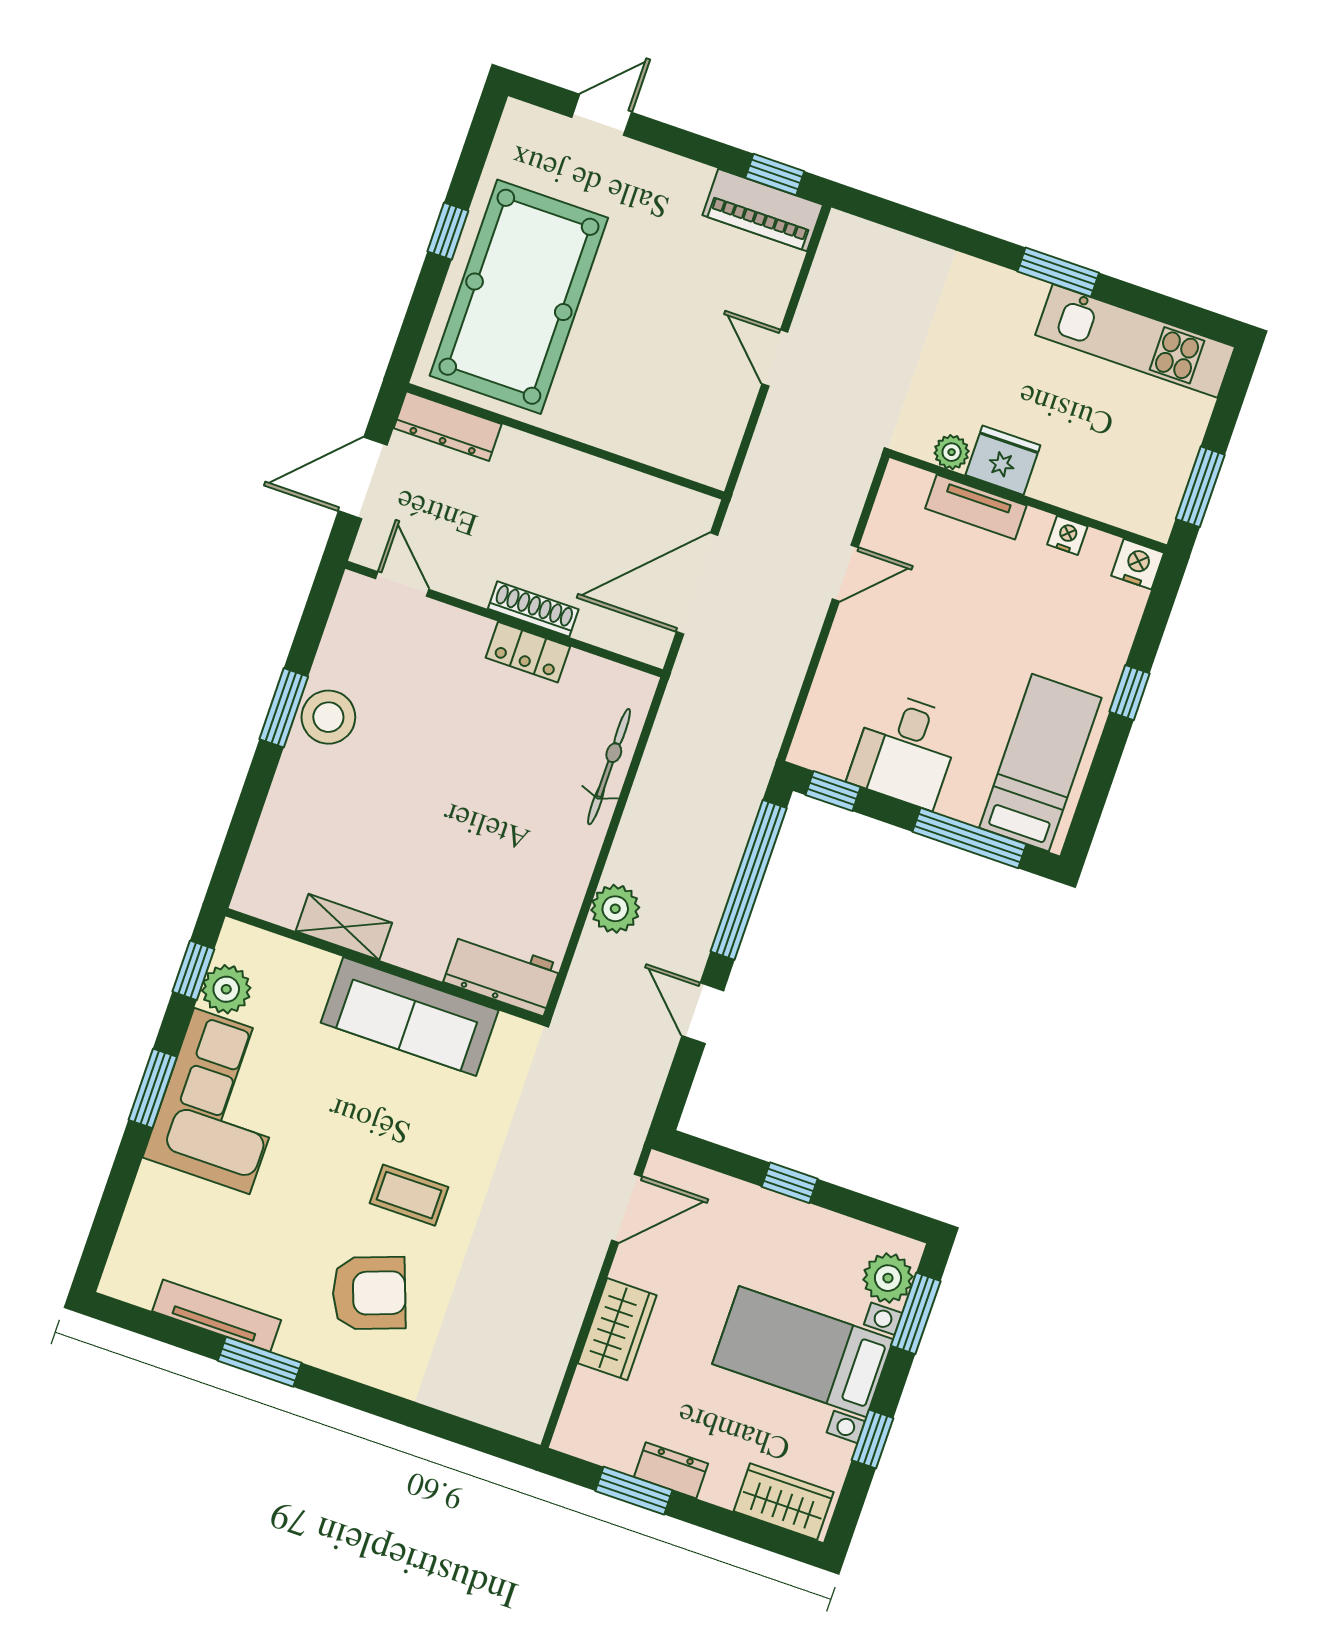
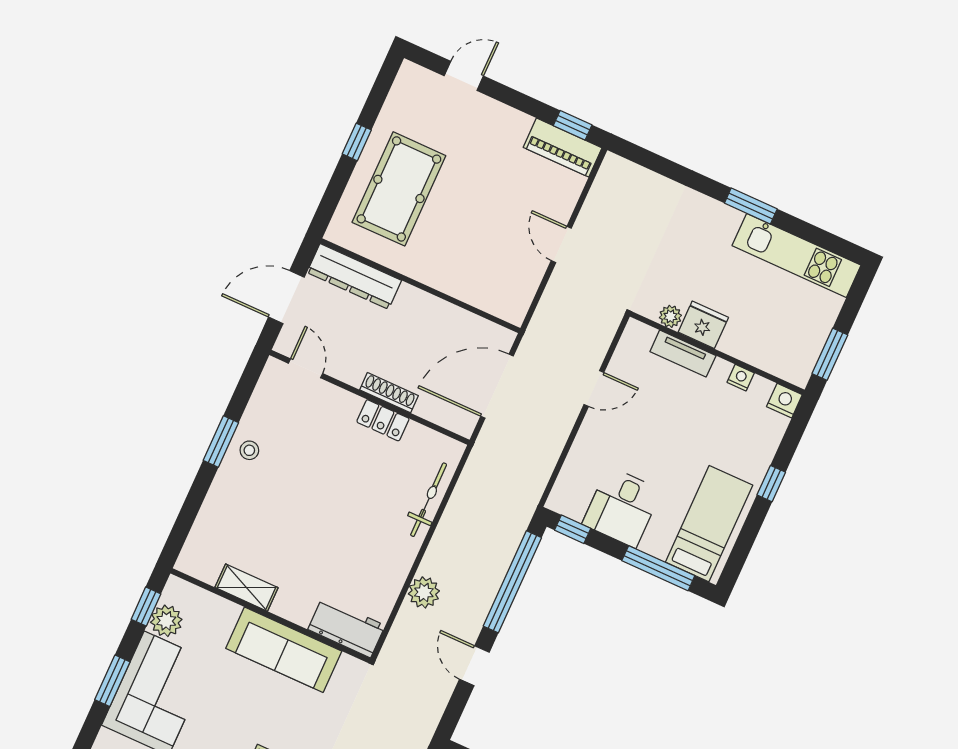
pool table: (519, 297) -> (399, 189), width x0.73, depth x0.76
dresser: (448, 426) -> (354, 276), width x1.37, depth x1.24
stool: (328, 717) -> (249, 450), width x0.53, depth x0.53

